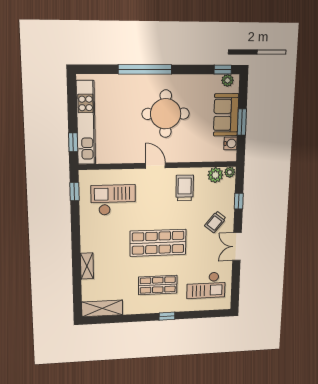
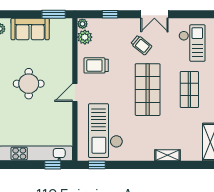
round table: (166, 114) -> (29, 84), width x0.73, depth x0.73
window: (242, 122) -> (54, 14), moved
water cooler: (231, 143) -> (56, 24), removed
checkout: (113, 200) -> (106, 131), width x1.36, depth x1.21
trolley: (215, 222) -> (141, 45), moved

